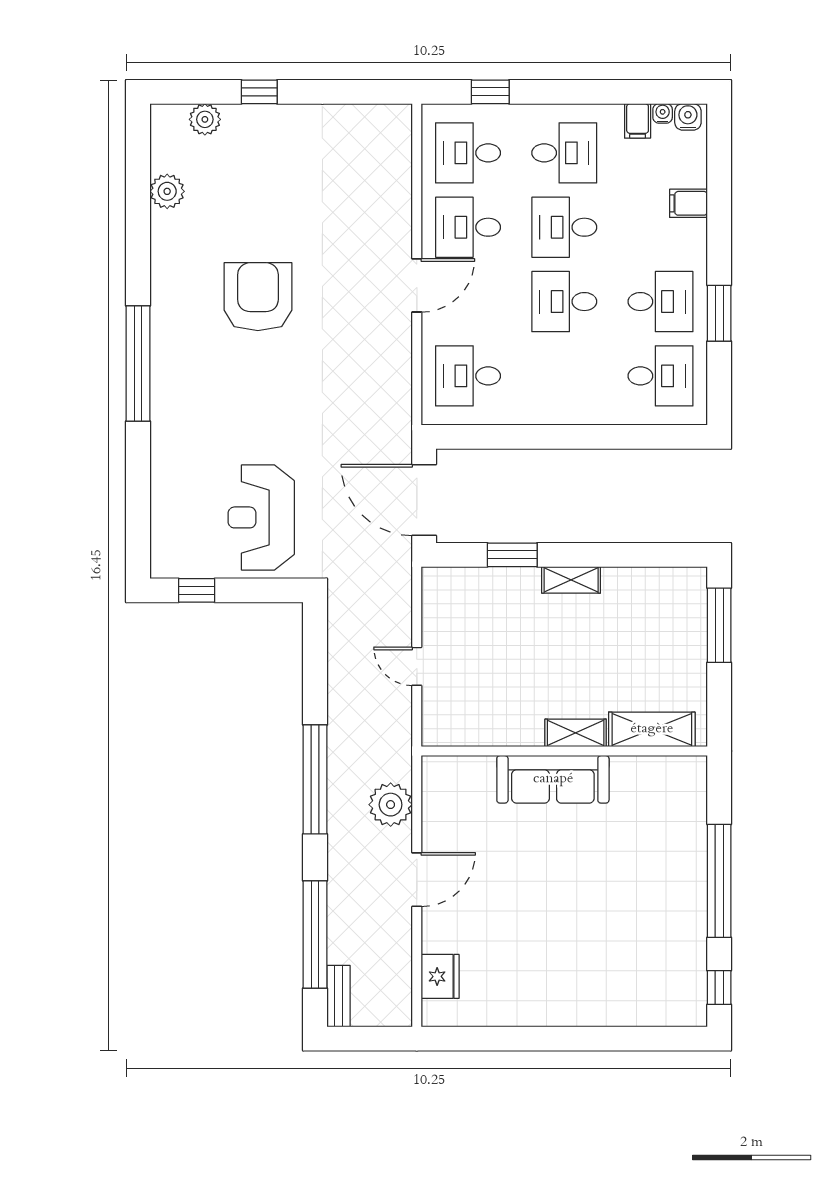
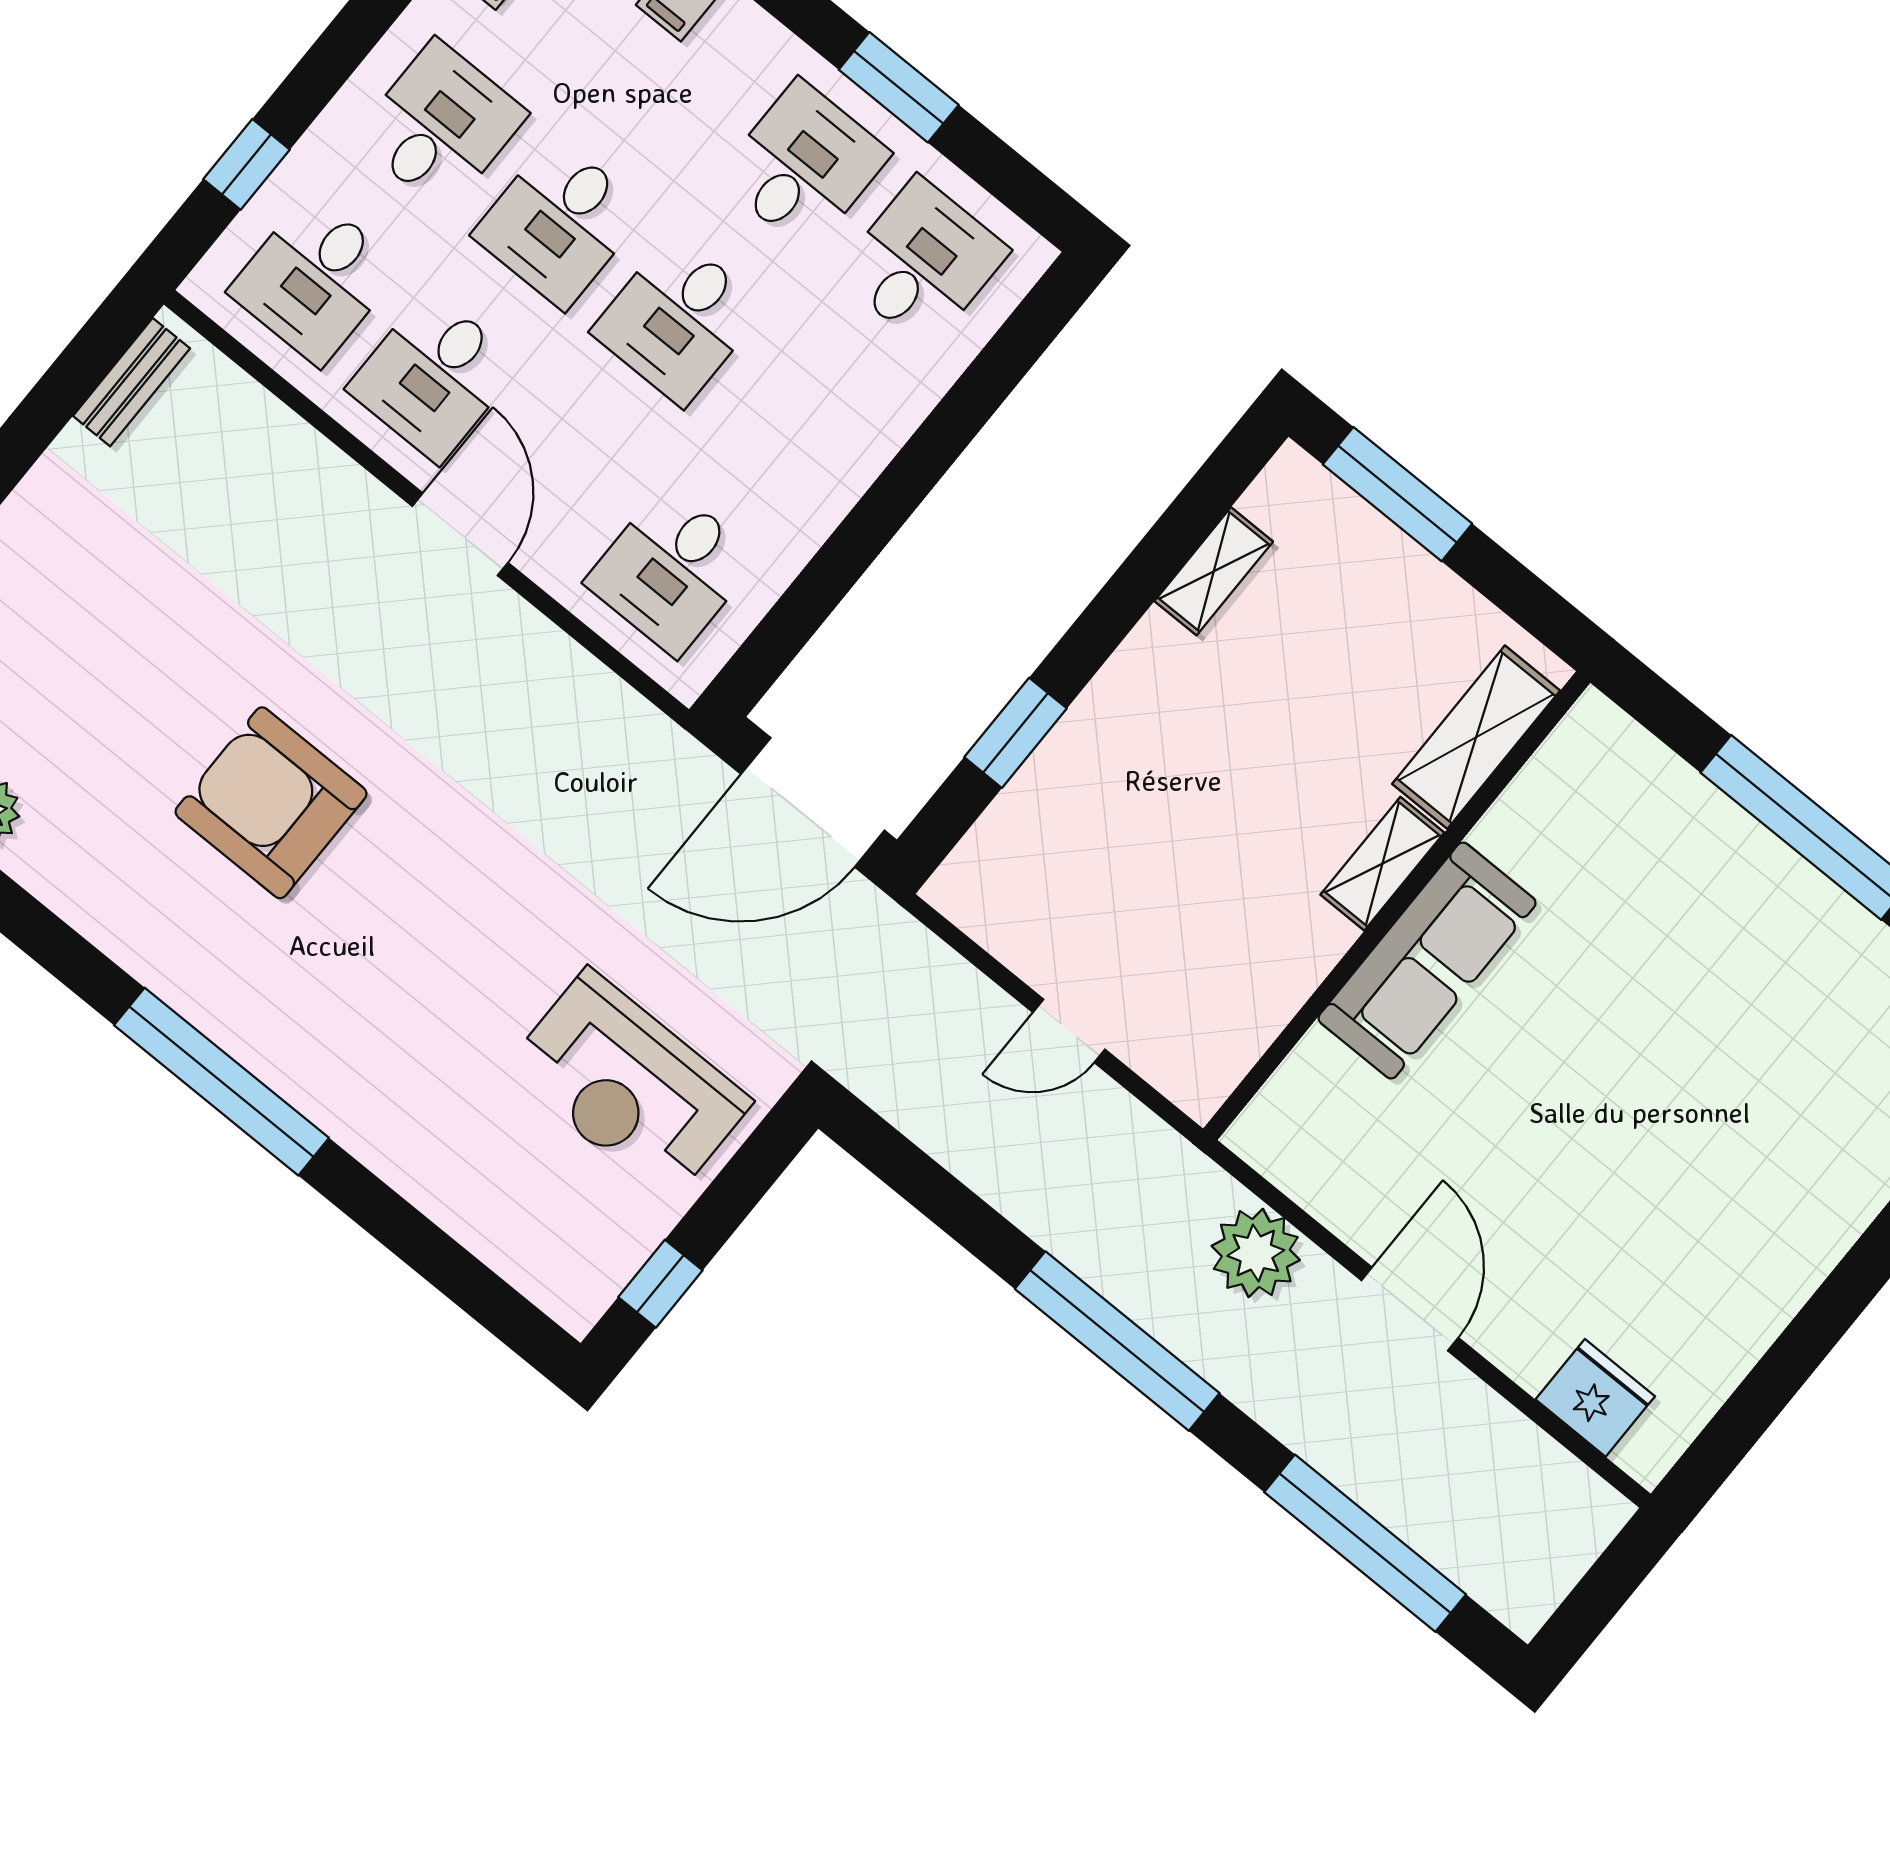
shelving: (571, 580) -> (1214, 571), moved
bench: (339, 996) -> (131, 382), moved, turned 90

